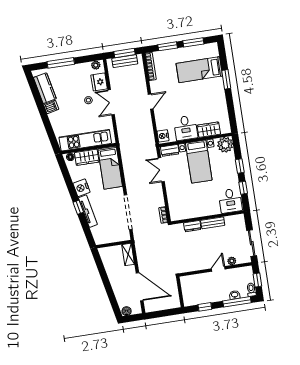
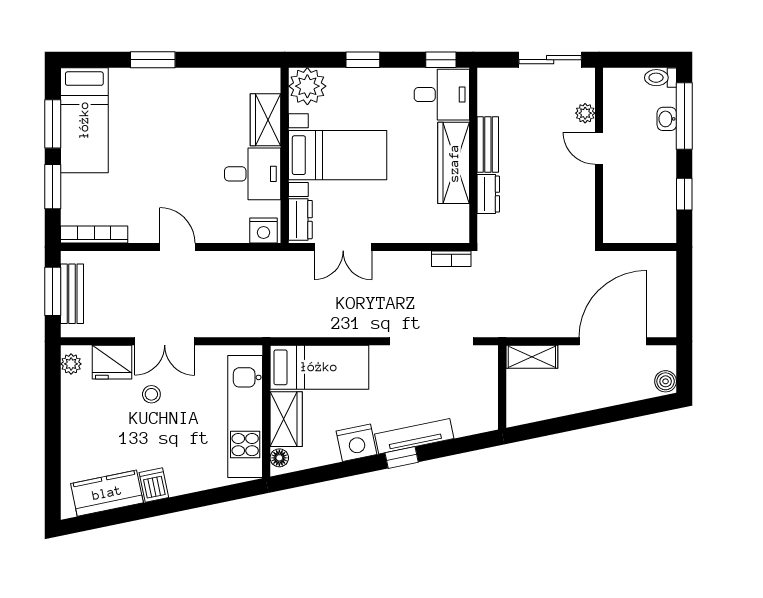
window: (61, 63) -> (53, 446), removed
bed: (199, 70) -> (84, 120), moved
window: (243, 188) -> (441, 60), moved
wardrobe: (203, 210) -> (454, 163), added
window: (257, 280) -> (640, 60), removed

